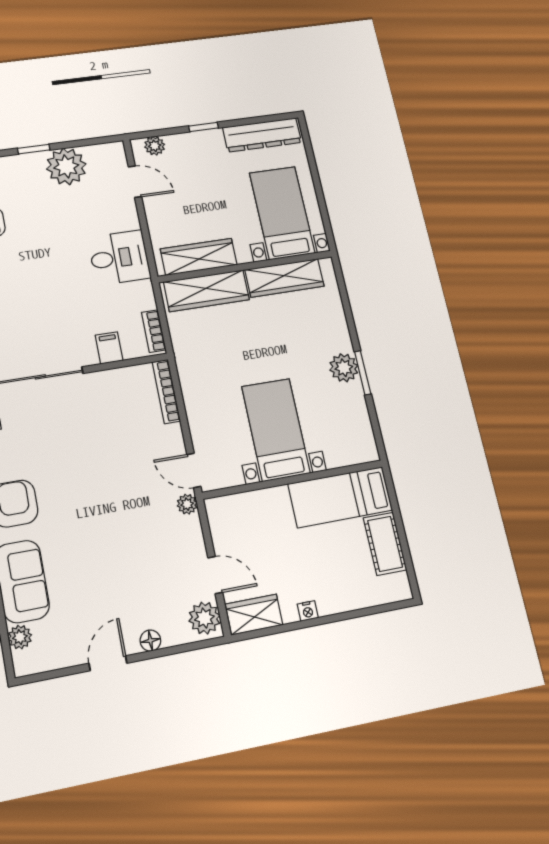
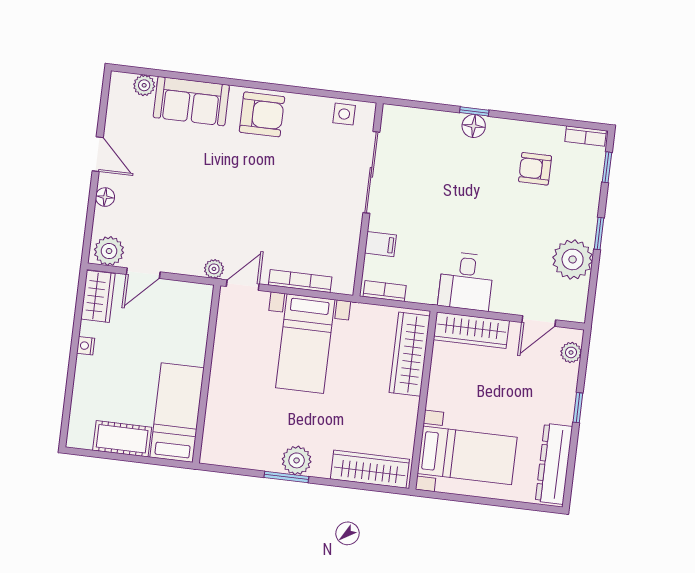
wardrobe: (199, 257) -> (471, 330), moved, turned 90
wardrobe: (285, 278) -> (370, 469), moved, turned 90
bookcase: (166, 391) -> (300, 281), moved
bed with nightstands: (276, 430) -> (305, 344), moved, turned 90

